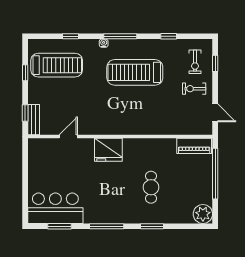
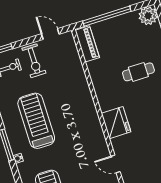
treadmill: (135, 72) -> (36, 121), turned 180
exercise bike: (194, 89) -> (34, 61), width x1.38, depth x1.39
door: (215, 113) -> (50, 34), hinge flipped

